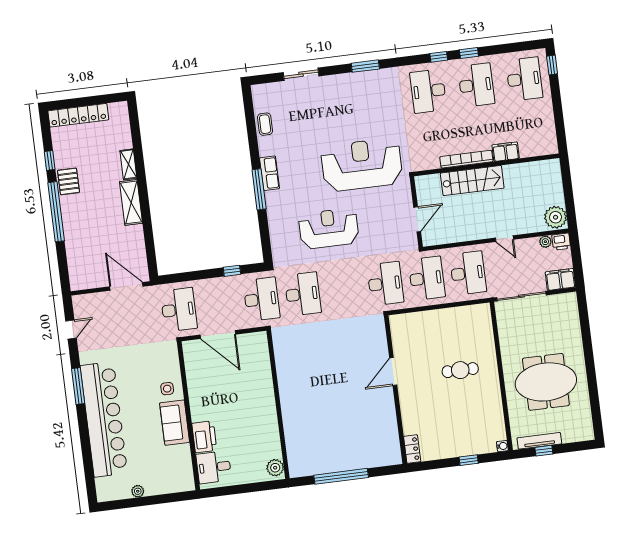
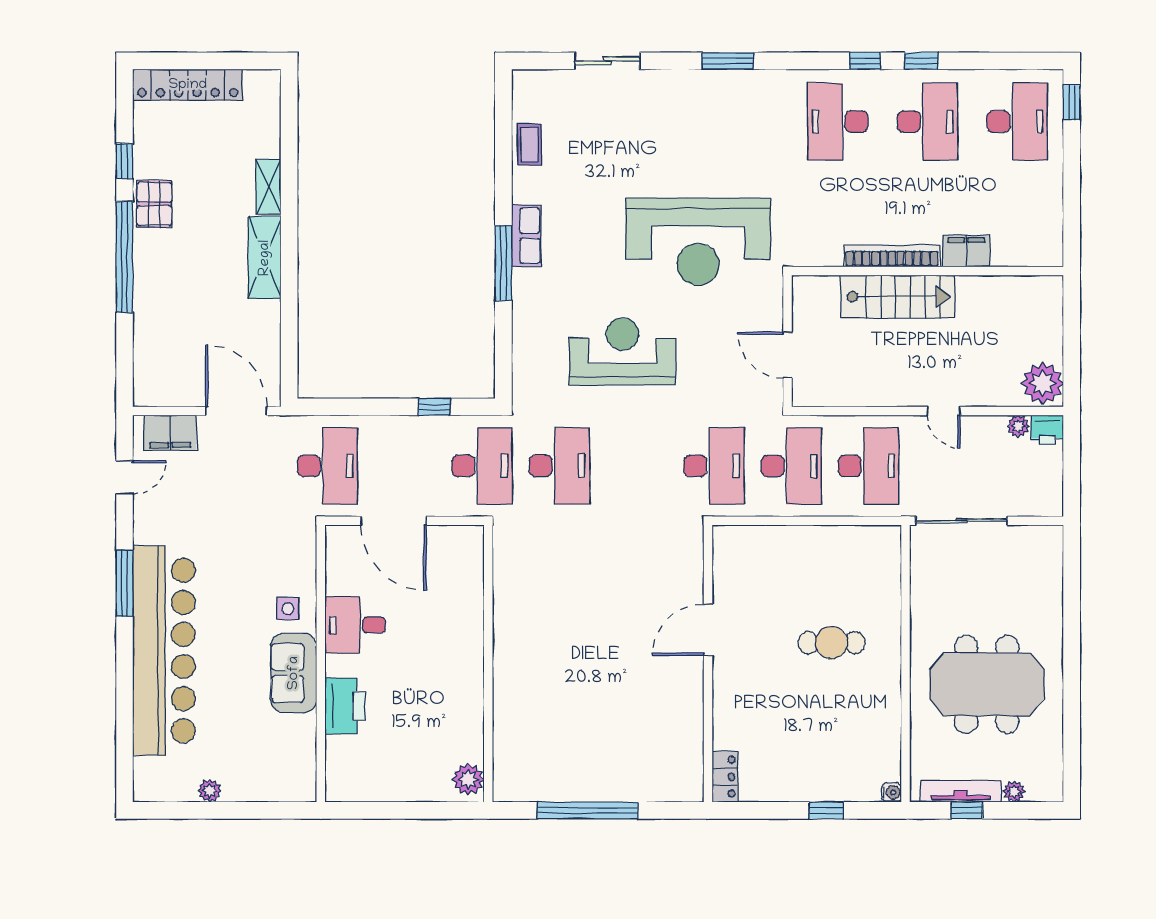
reception desk: (362, 165) -> (698, 242), turned 180
door: (417, 219) -> (788, 355), swing flipped
filing cabinet: (560, 279) -> (170, 433), moved, turned 180
plant: (568, 437) -> (1014, 792), added
desk: (214, 467) -> (355, 625), moved

